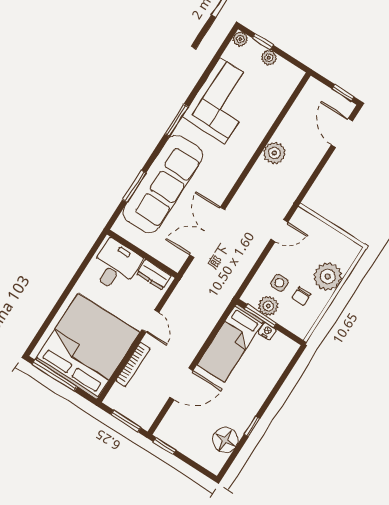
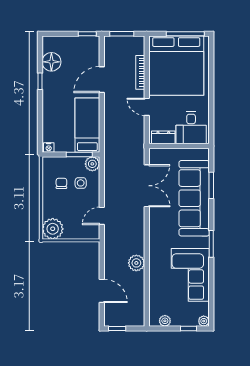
plant: (269, 58) -> (165, 321), moved
door: (342, 133) -> (102, 291), moved
plant: (328, 277) -> (53, 229), moved
plant: (268, 306) -> (92, 164), moved
nightstand: (267, 331) -> (49, 147), moved

